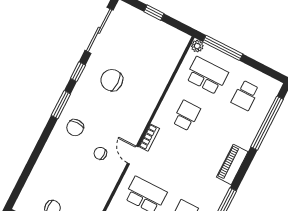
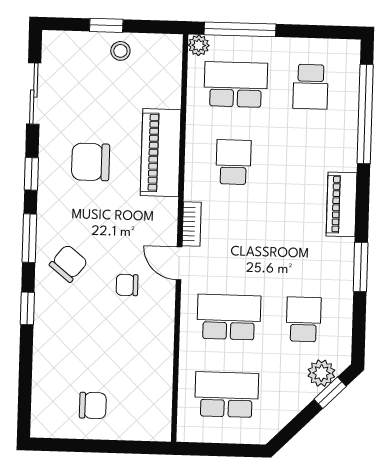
sliding door: (99, 30) -> (34, 94), width x0.73
stool: (155, 30) -> (120, 51), added
piano: (151, 93) -> (161, 153), added
chair: (75, 128) -> (68, 263), turned -141
window: (42, 141) -> (27, 308), added

